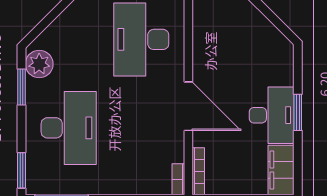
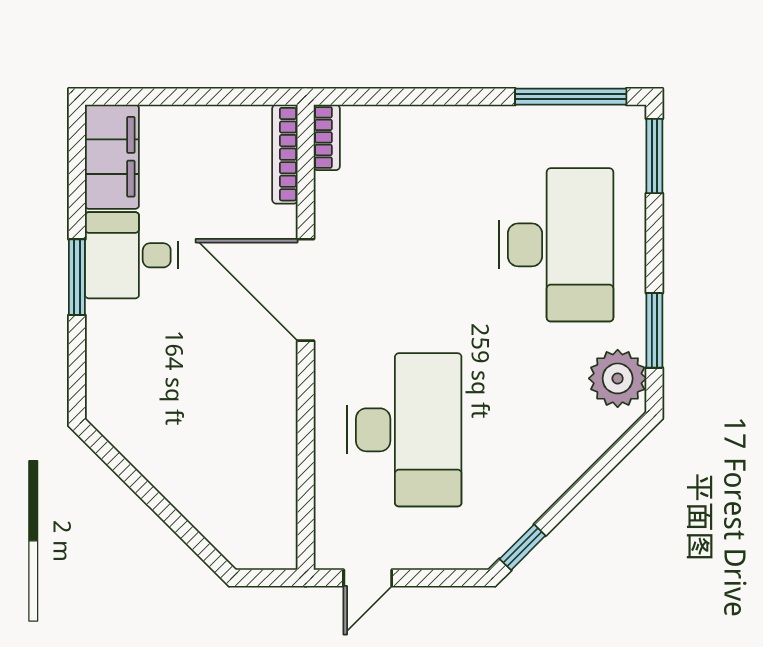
desk: (272, 115) -> (132, 255), width x0.73
desk: (69, 128) -> (556, 245), turned 180

